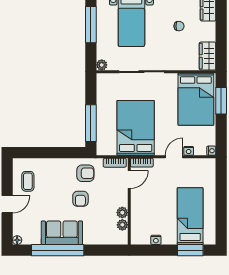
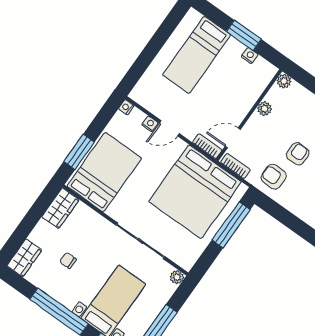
bed: (136, 128) -> (195, 192), width x1.36
plant: (122, 225) -> (284, 81), moved
window: (190, 250) -> (244, 35), moved

